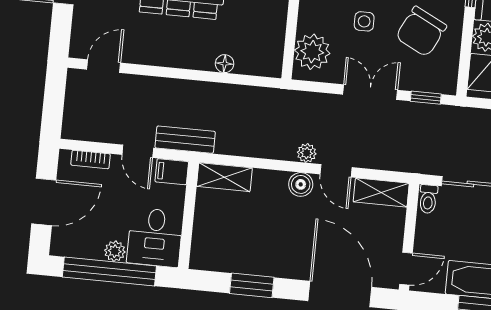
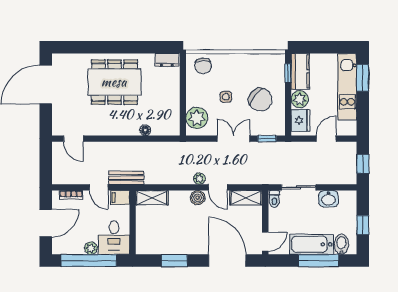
chair: (421, 32) -> (260, 100), turned -77
door: (104, 66) -> (73, 139), swing flipped

